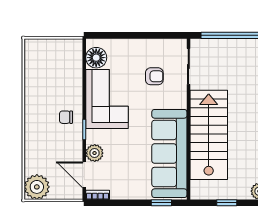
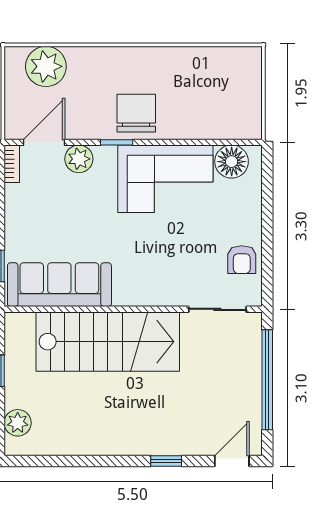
armchair: (154, 76) -> (242, 260), moved
chair: (66, 117) -> (136, 113), width x1.87, depth x1.87
sofa: (169, 154) -> (59, 285), width x0.74, depth x0.79
plant: (37, 187) -> (46, 66), moved

